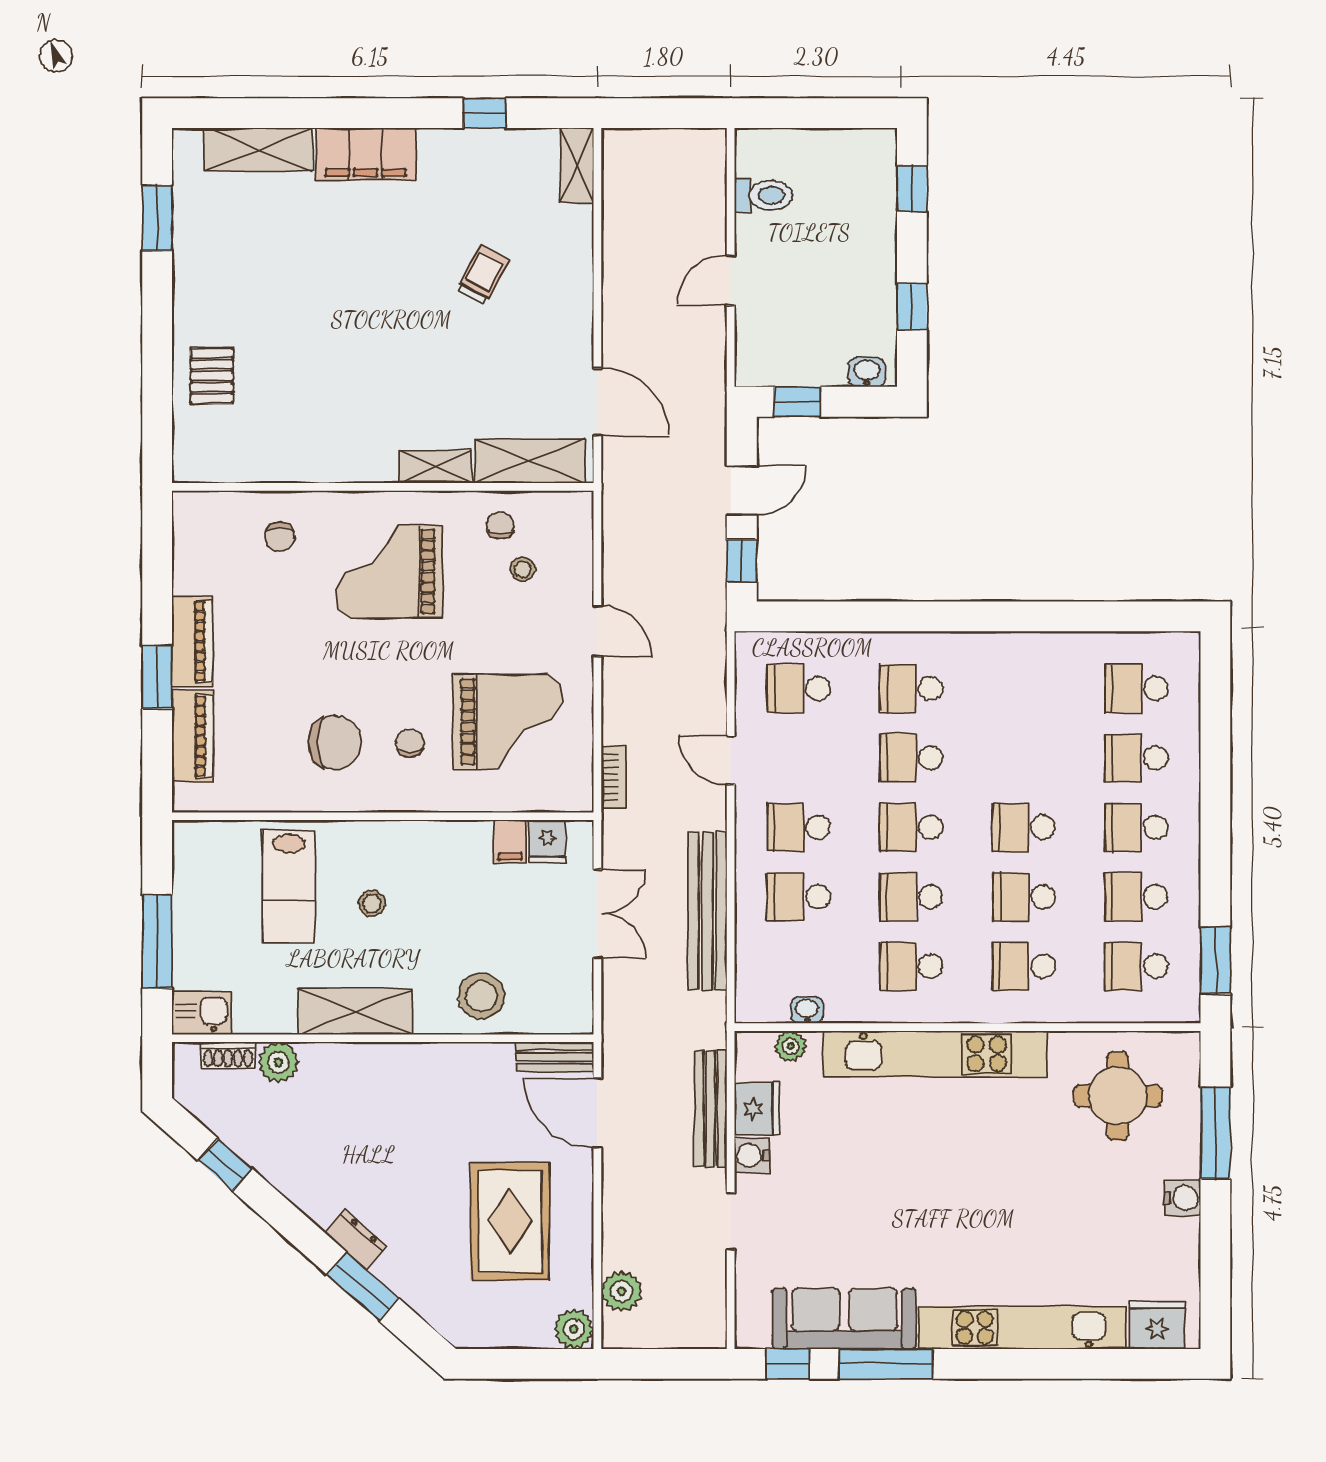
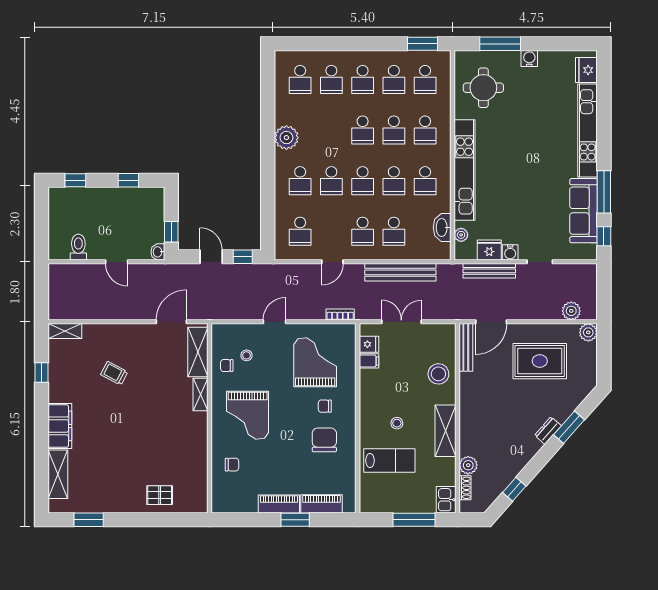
washbasin: (867, 372) -> (158, 252), moved
plant: (1007, 658) -> (286, 138), added
washbasin: (807, 1010) -> (442, 227), width x1.91, depth x1.45
bench: (555, 1057) -> (466, 347), width x1.36

